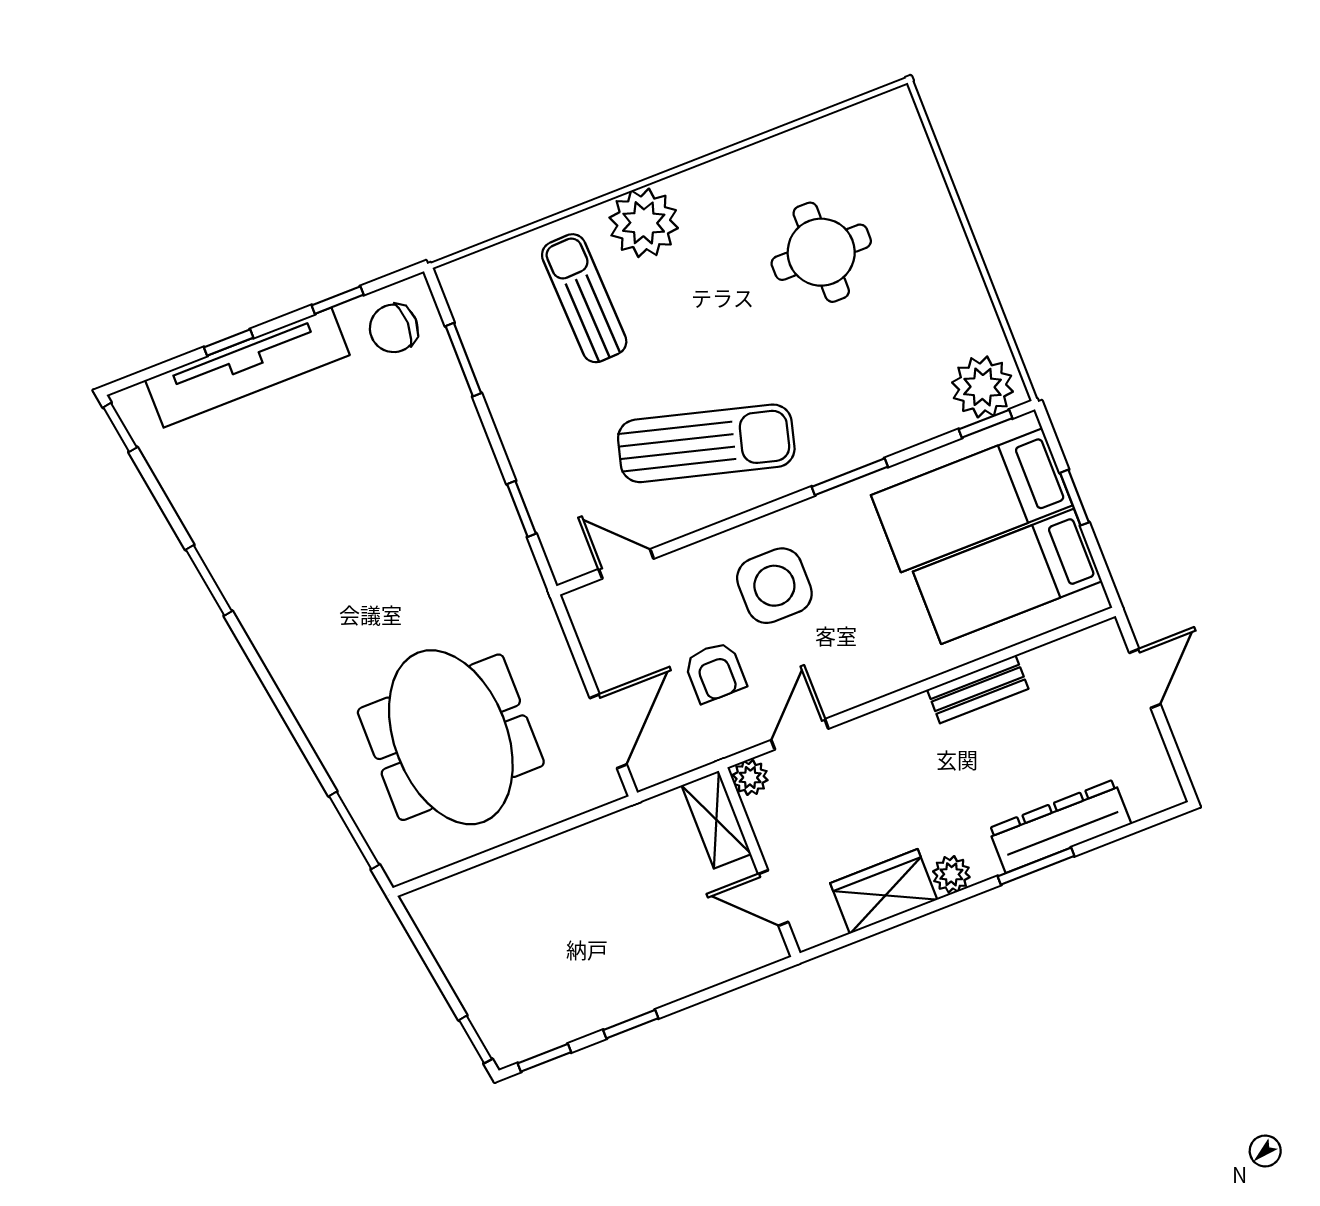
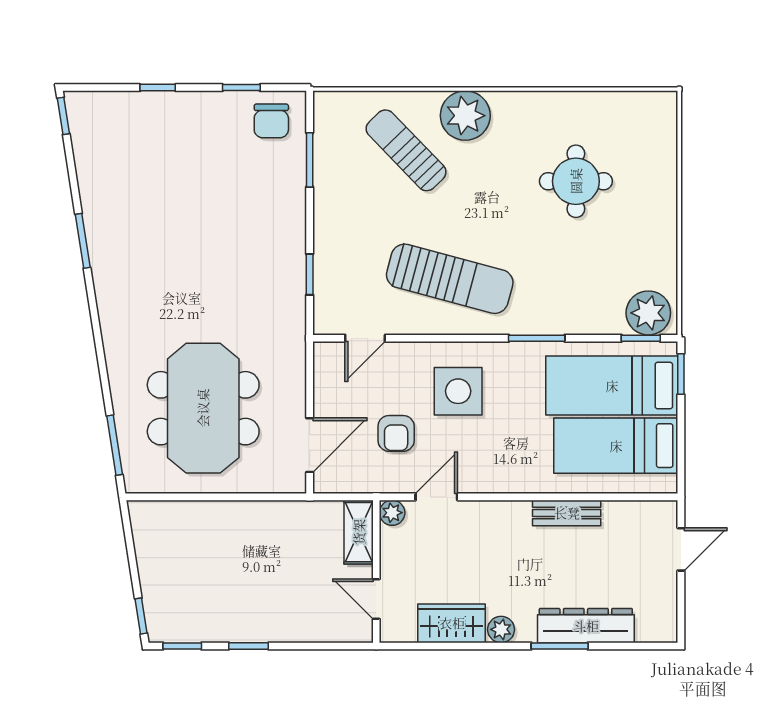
sun lounger: (584, 298) -> (406, 150), turned -42
chair: (394, 328) -> (271, 121), turned -90
tv unit: (247, 367) -> (164, 109), removed
window: (1074, 498) -> (681, 374), moved
door: (626, 564) -> (365, 338), swing flipped

